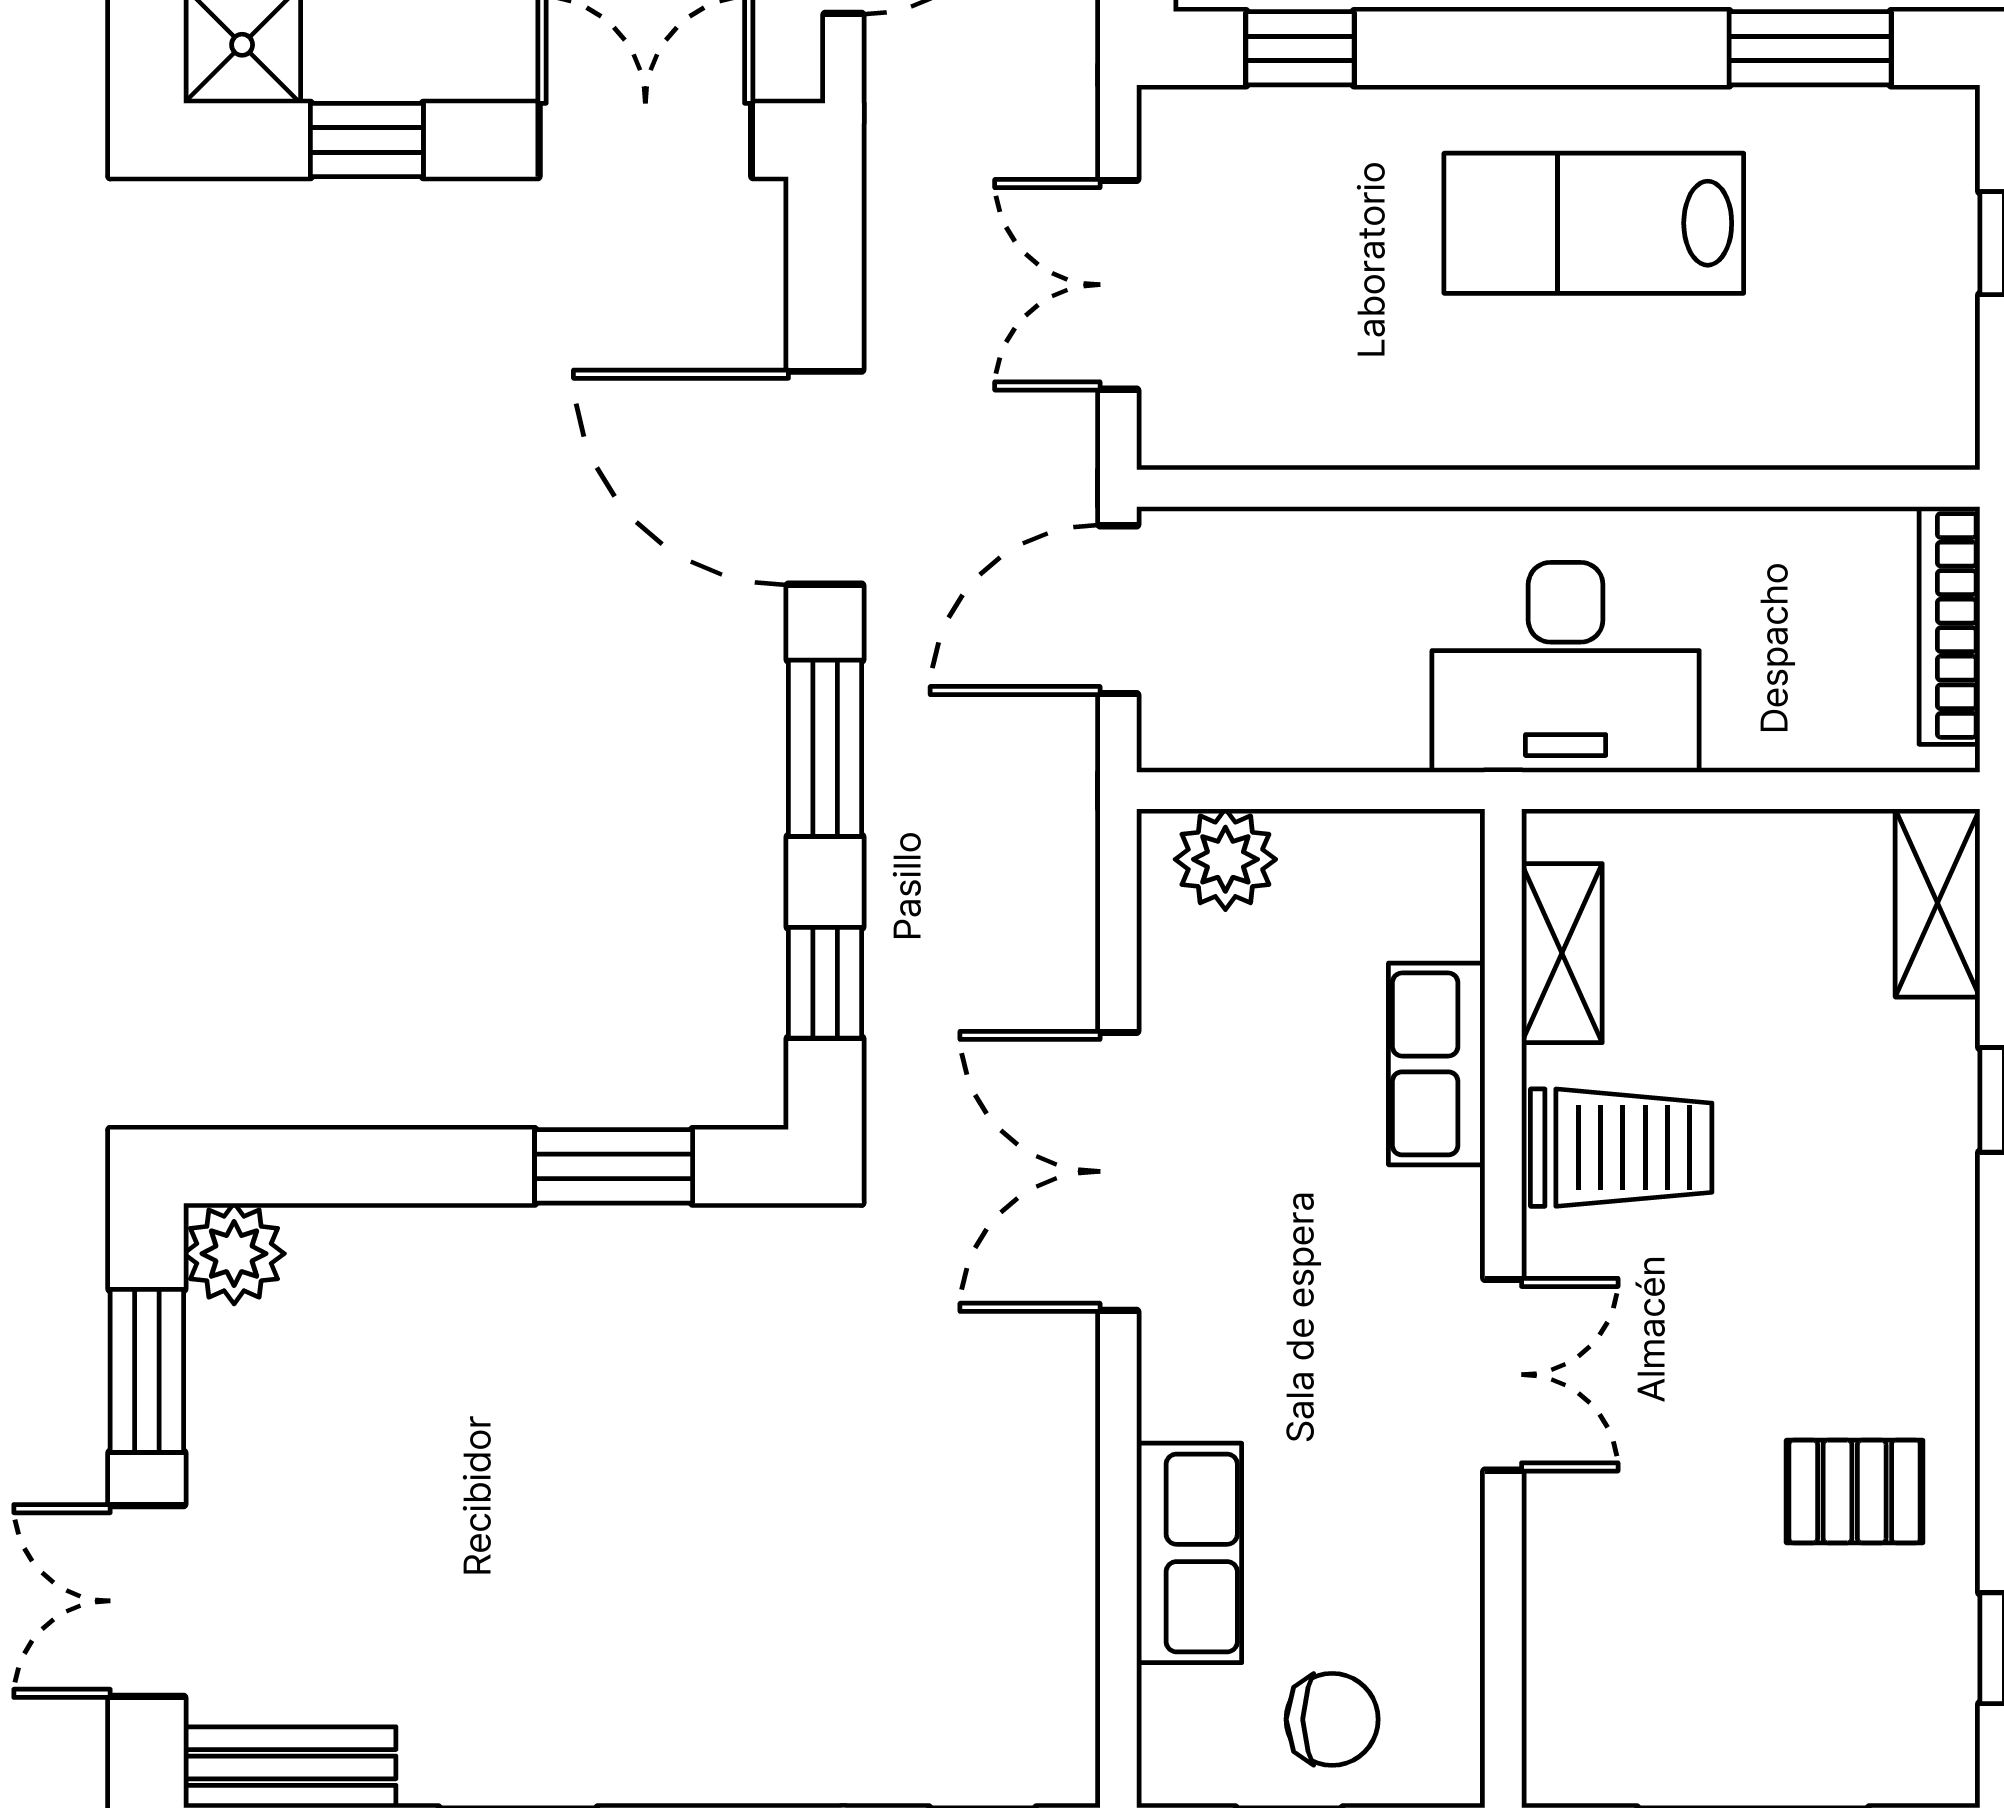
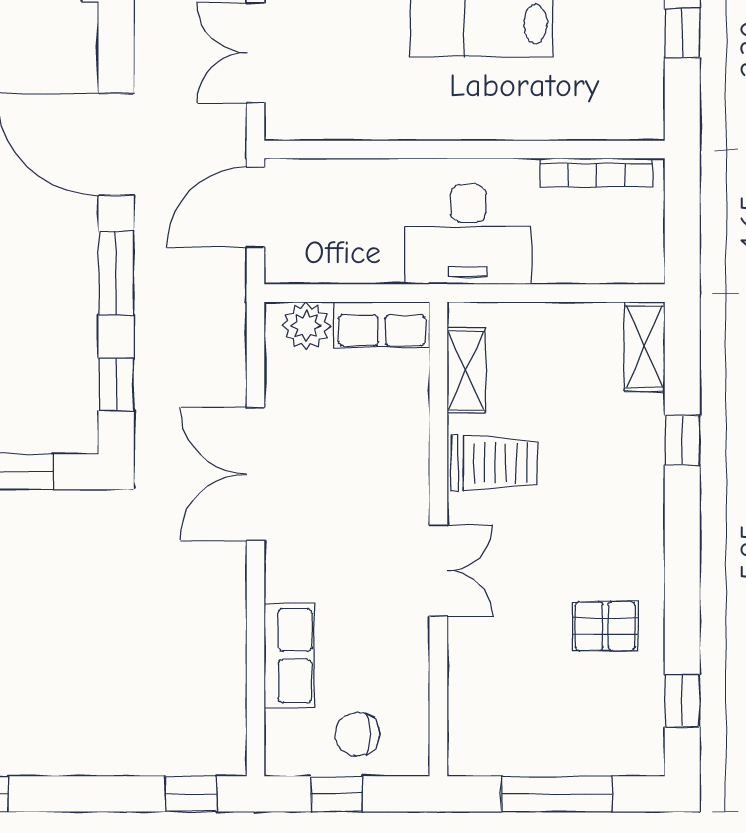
bookcase: (1949, 625) -> (596, 173), moved, turned -90
row of seats: (1437, 1064) -> (382, 325), moved, turned -90
chair: (1332, 1719) -> (357, 734), turned 180

